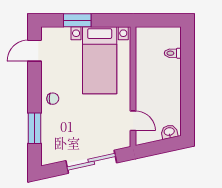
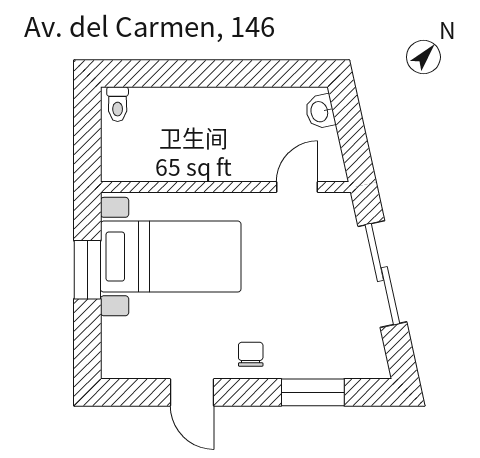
window: (77, 20) -> (87, 270), moved
door: (35, 51) -> (192, 392), moved
toilet: (173, 53) -> (118, 104), moved

